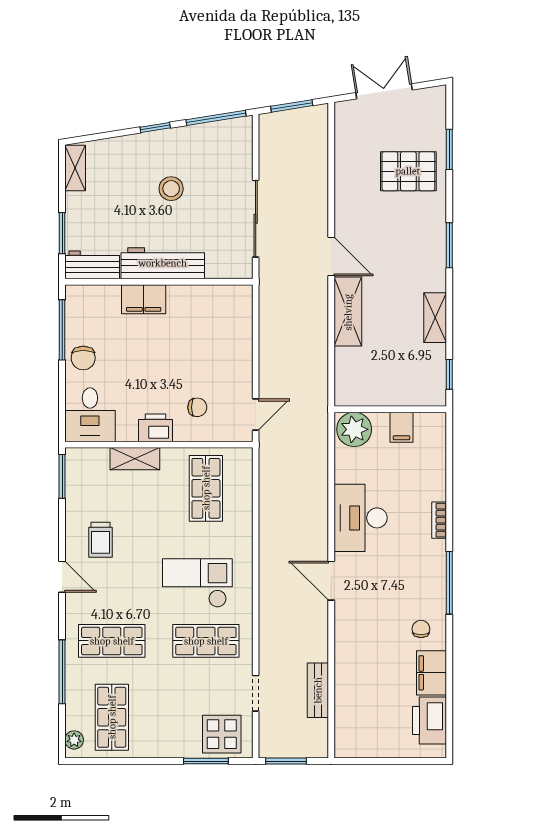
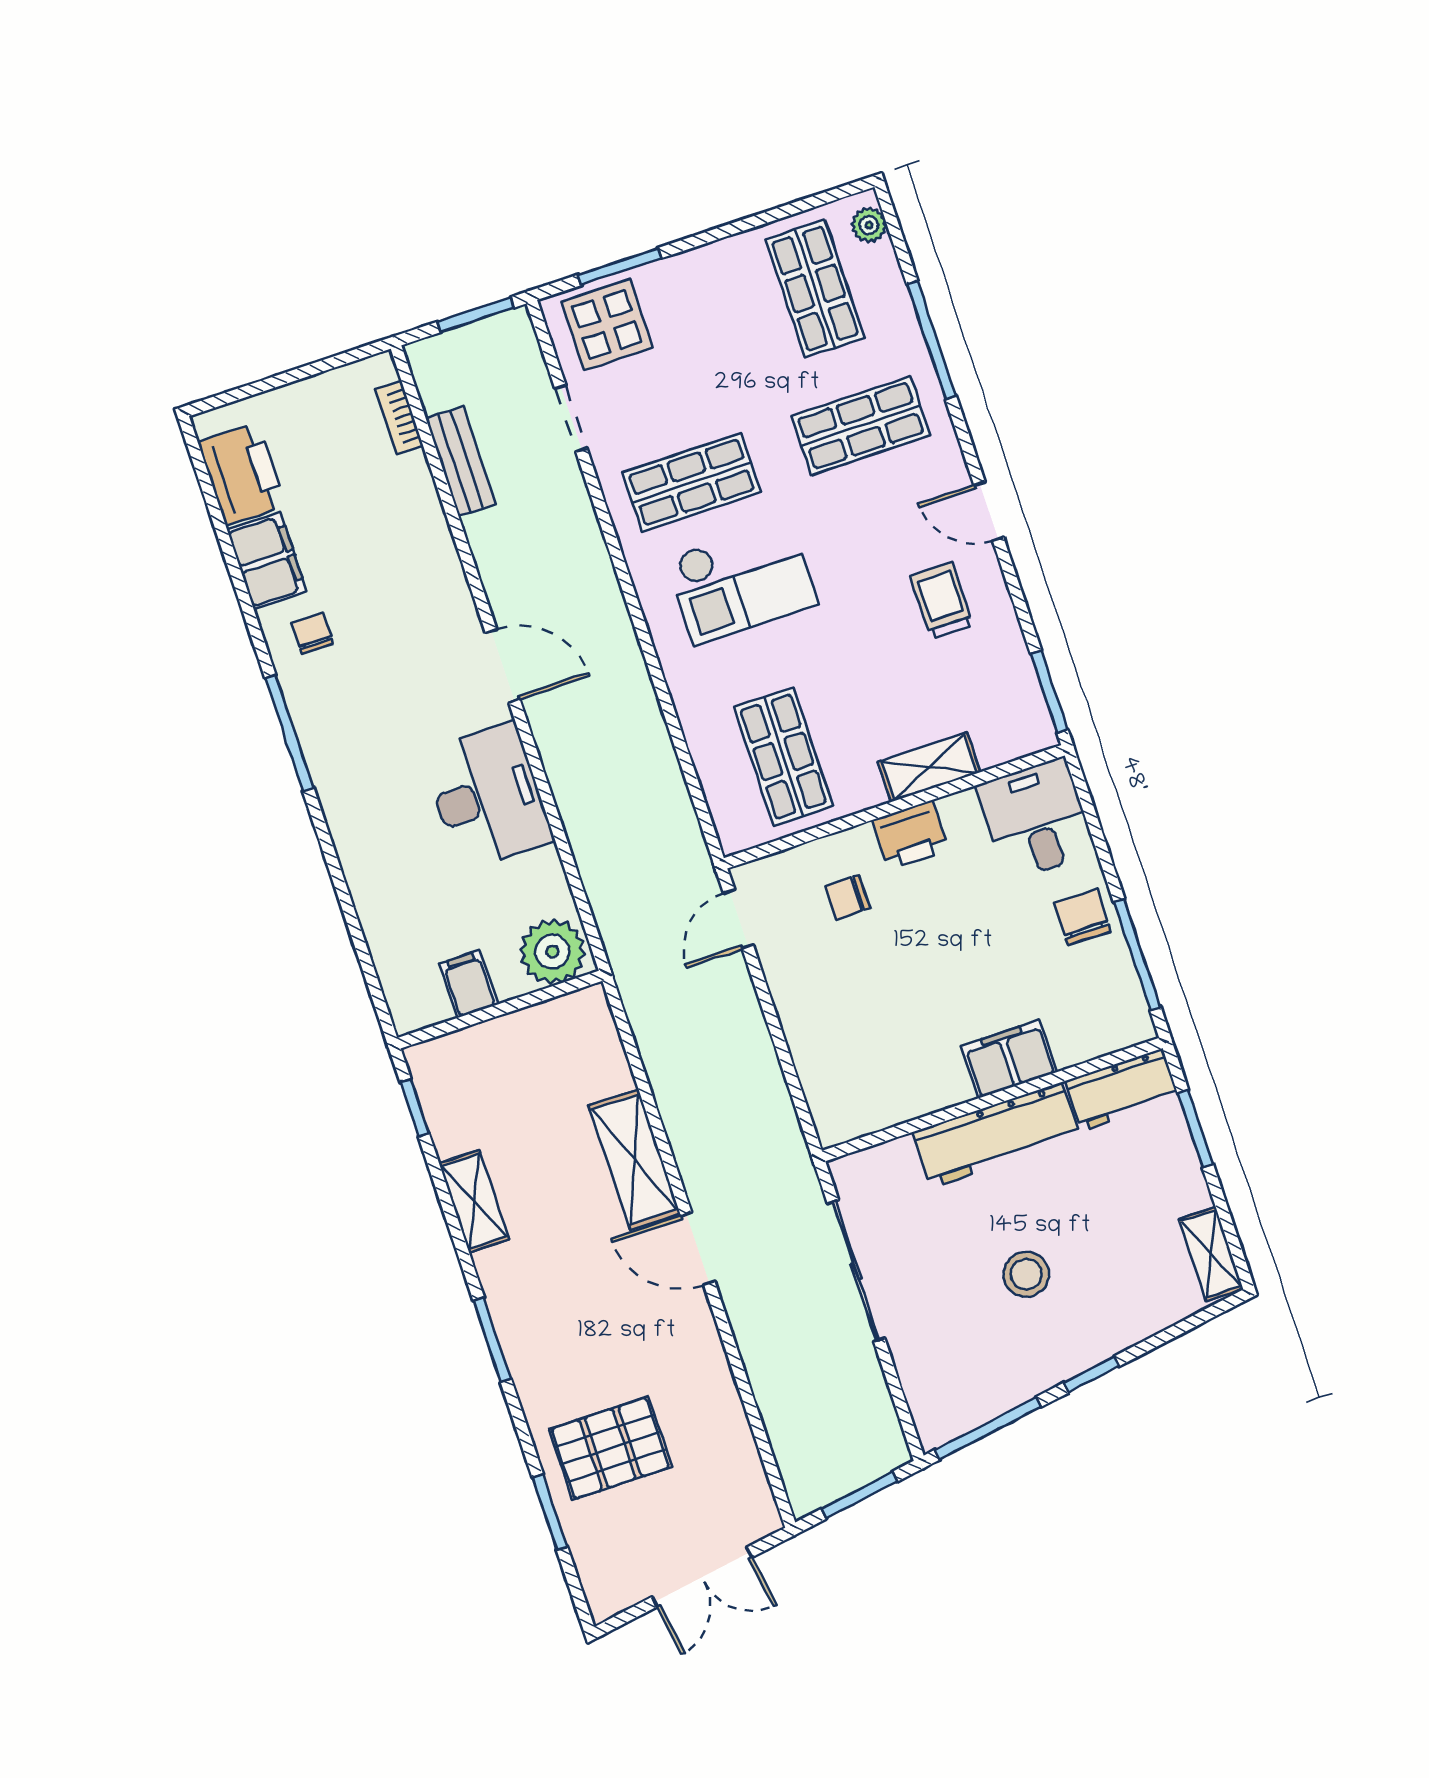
bookcase: (439, 520) -> (399, 417), moved, turned 180
chair: (421, 629) -> (312, 633), turned 180

